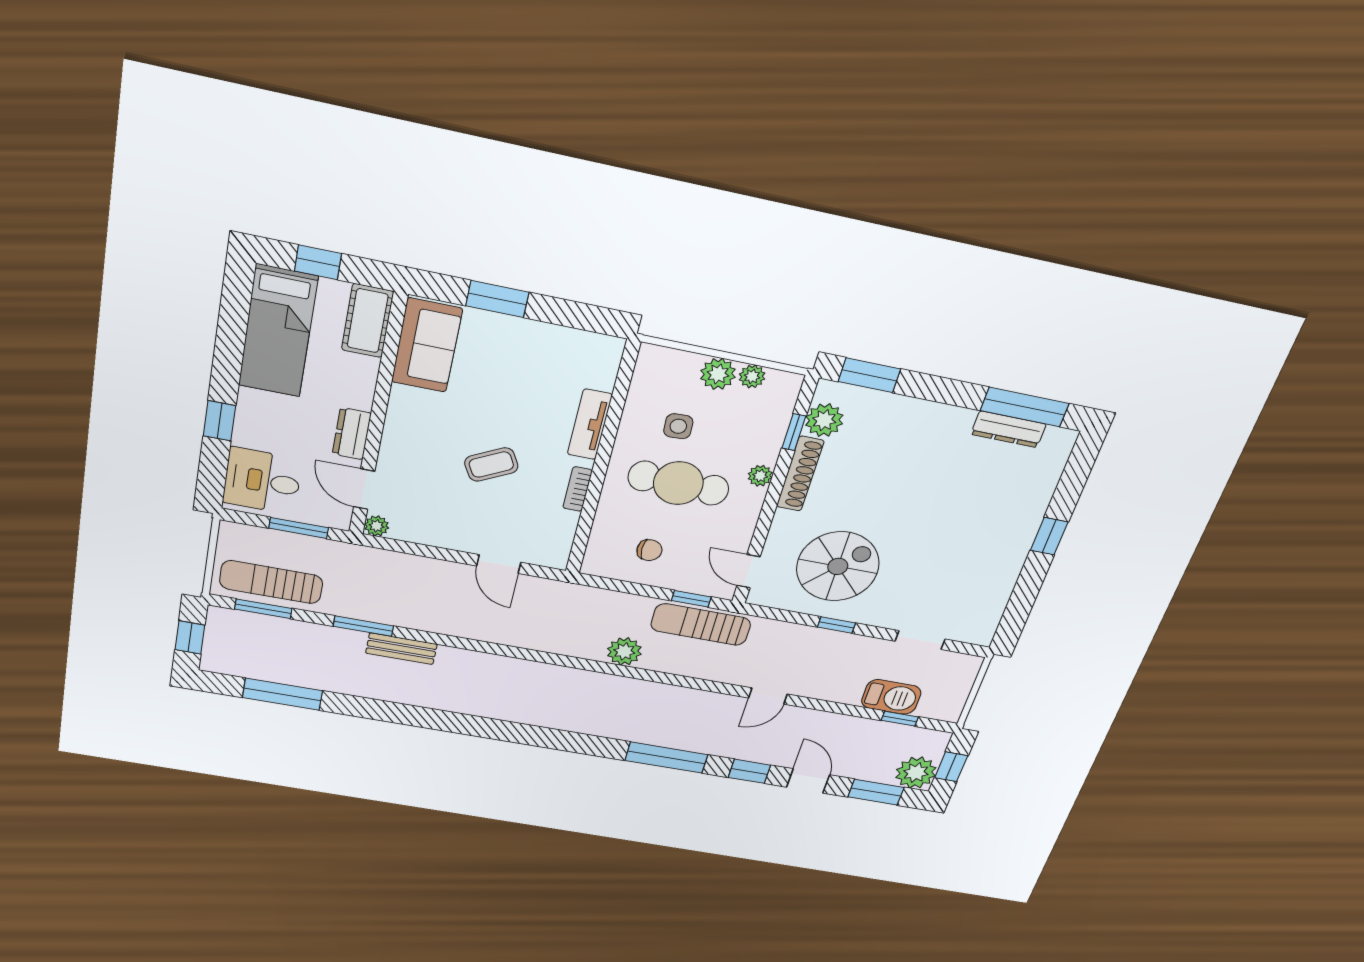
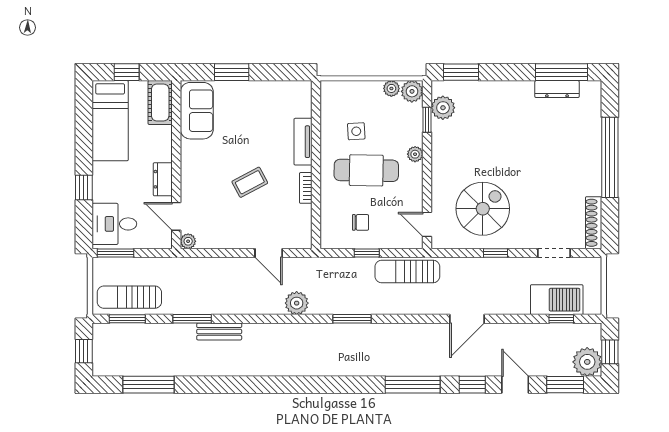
plant: (718, 374) -> (412, 91), moved
shoe rack: (800, 474) -> (594, 223), moved, turned 180
window: (299, 528) -> (115, 253), moved
window: (1049, 536) -> (610, 157), width x3.17
window: (691, 599) -> (367, 253), moved
plant: (624, 651) -> (297, 303), moved
window: (602, 667) -> (352, 319), added
door: (768, 696) -> (467, 319), width x1.38
barbecue: (891, 697) -> (557, 300), width x1.37, depth x1.21

